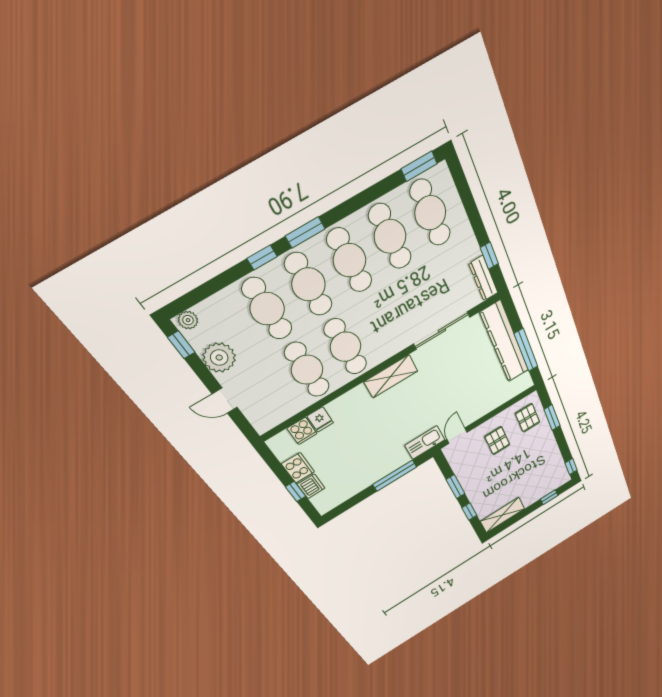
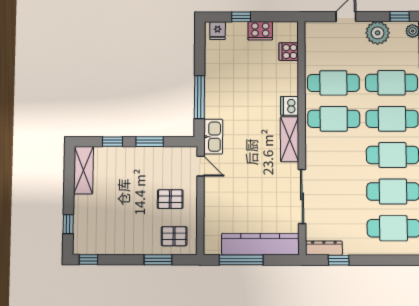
fridge: (320, 419) -> (218, 31), moved, turned -90
dishwasher: (311, 486) -> (290, 106), moved, turned 90

